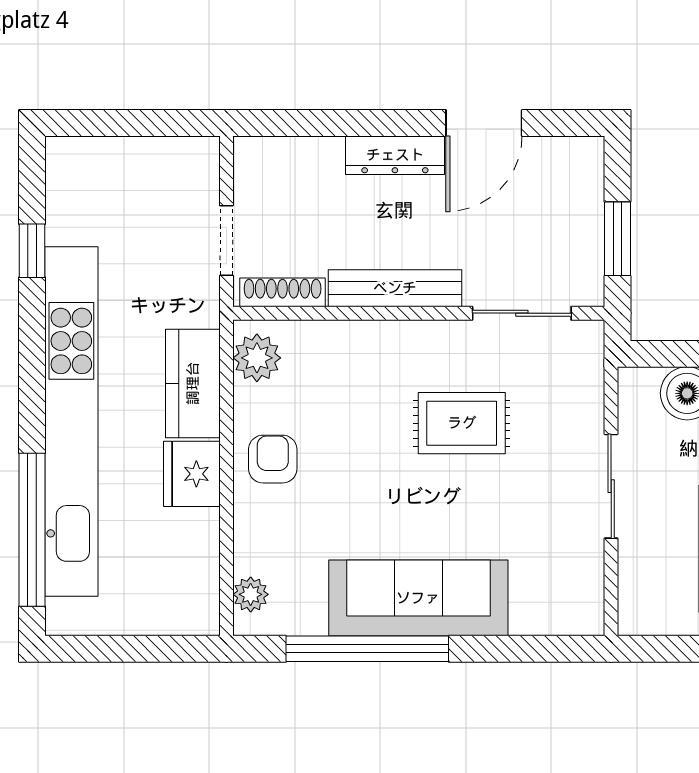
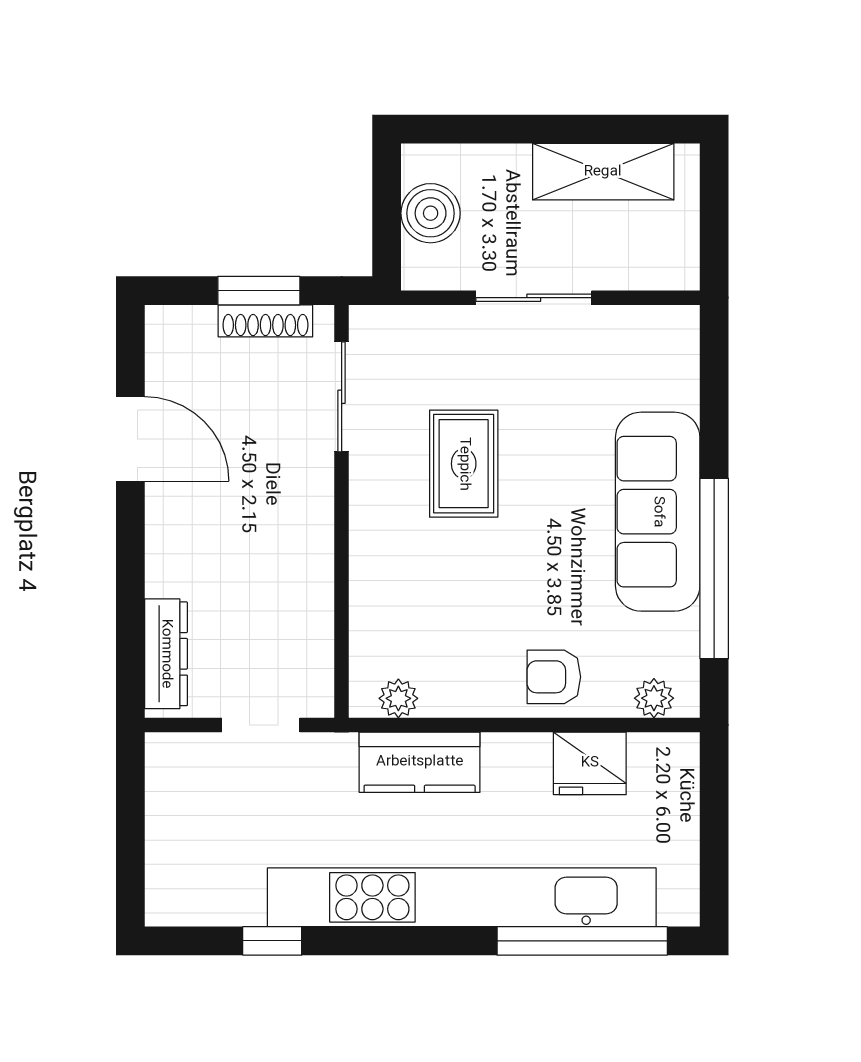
dresser: (395, 155) -> (166, 654), moved
bench: (395, 288) -> (314, 538), removed
shoe rack: (283, 292) -> (265, 321), moved, turned -90
plant: (257, 358) -> (398, 698), width x0.73, depth x0.73
armchair: (273, 459) -> (554, 677), moved
fridge: (192, 474) -> (590, 763), moved

